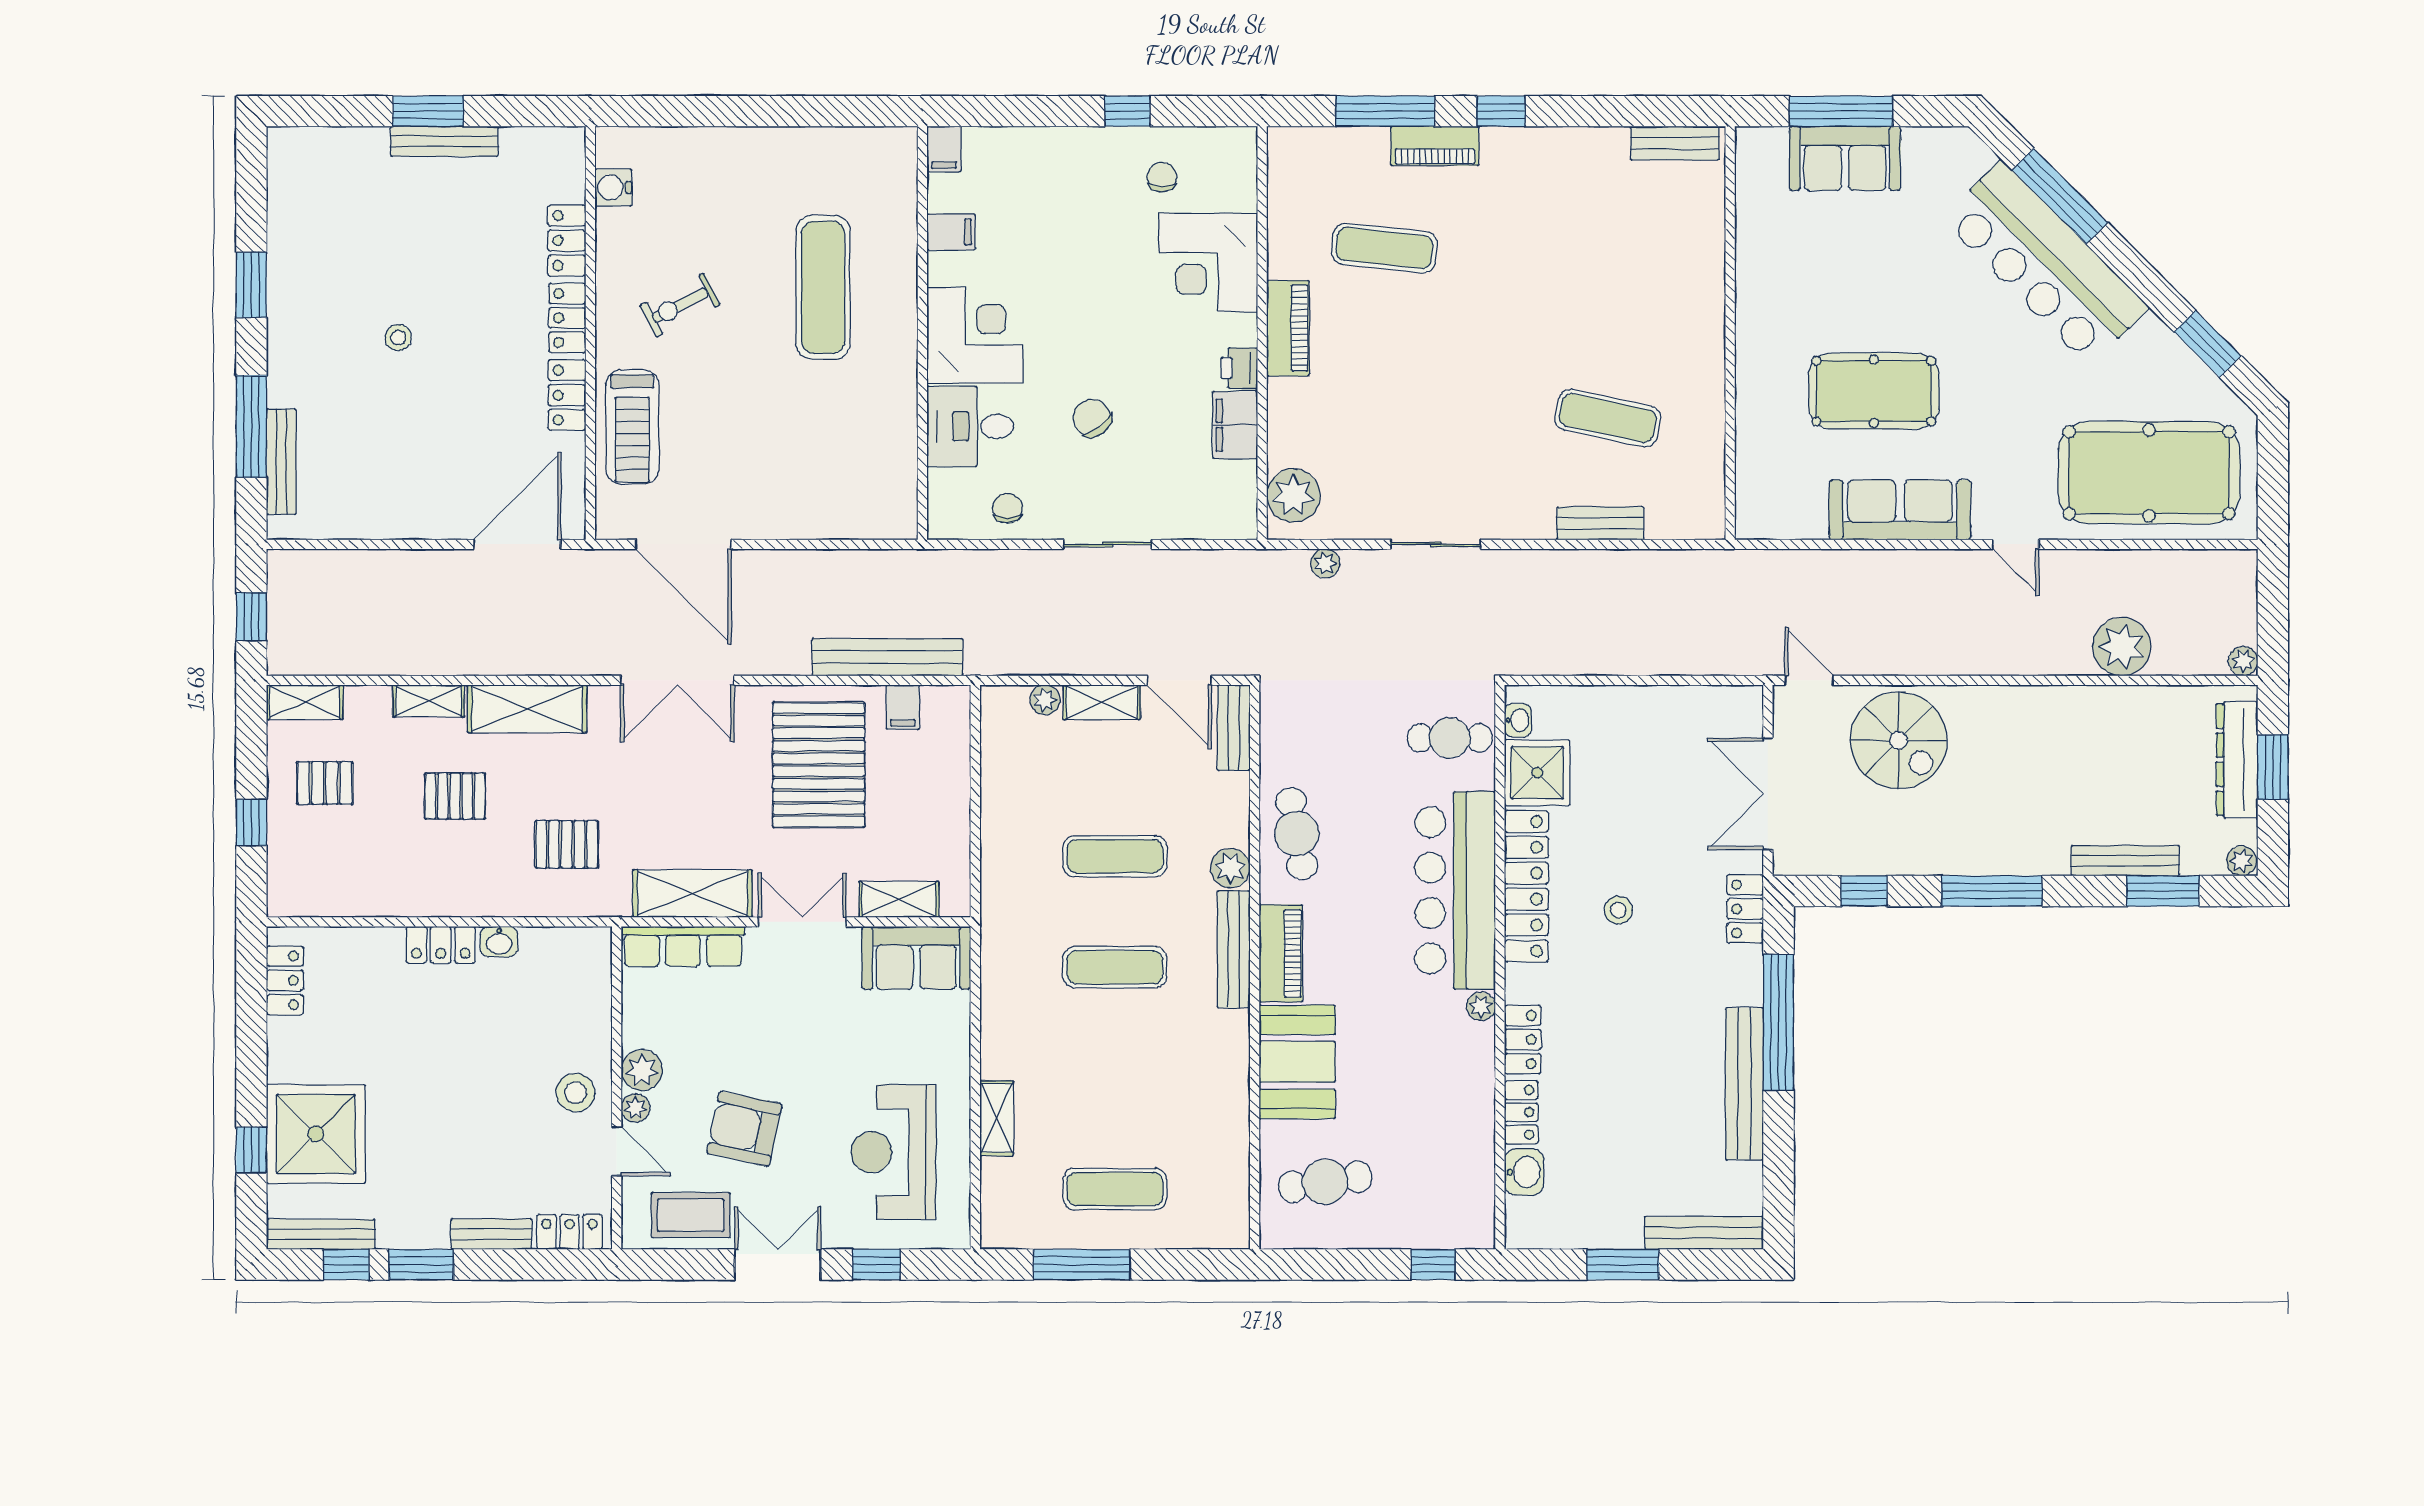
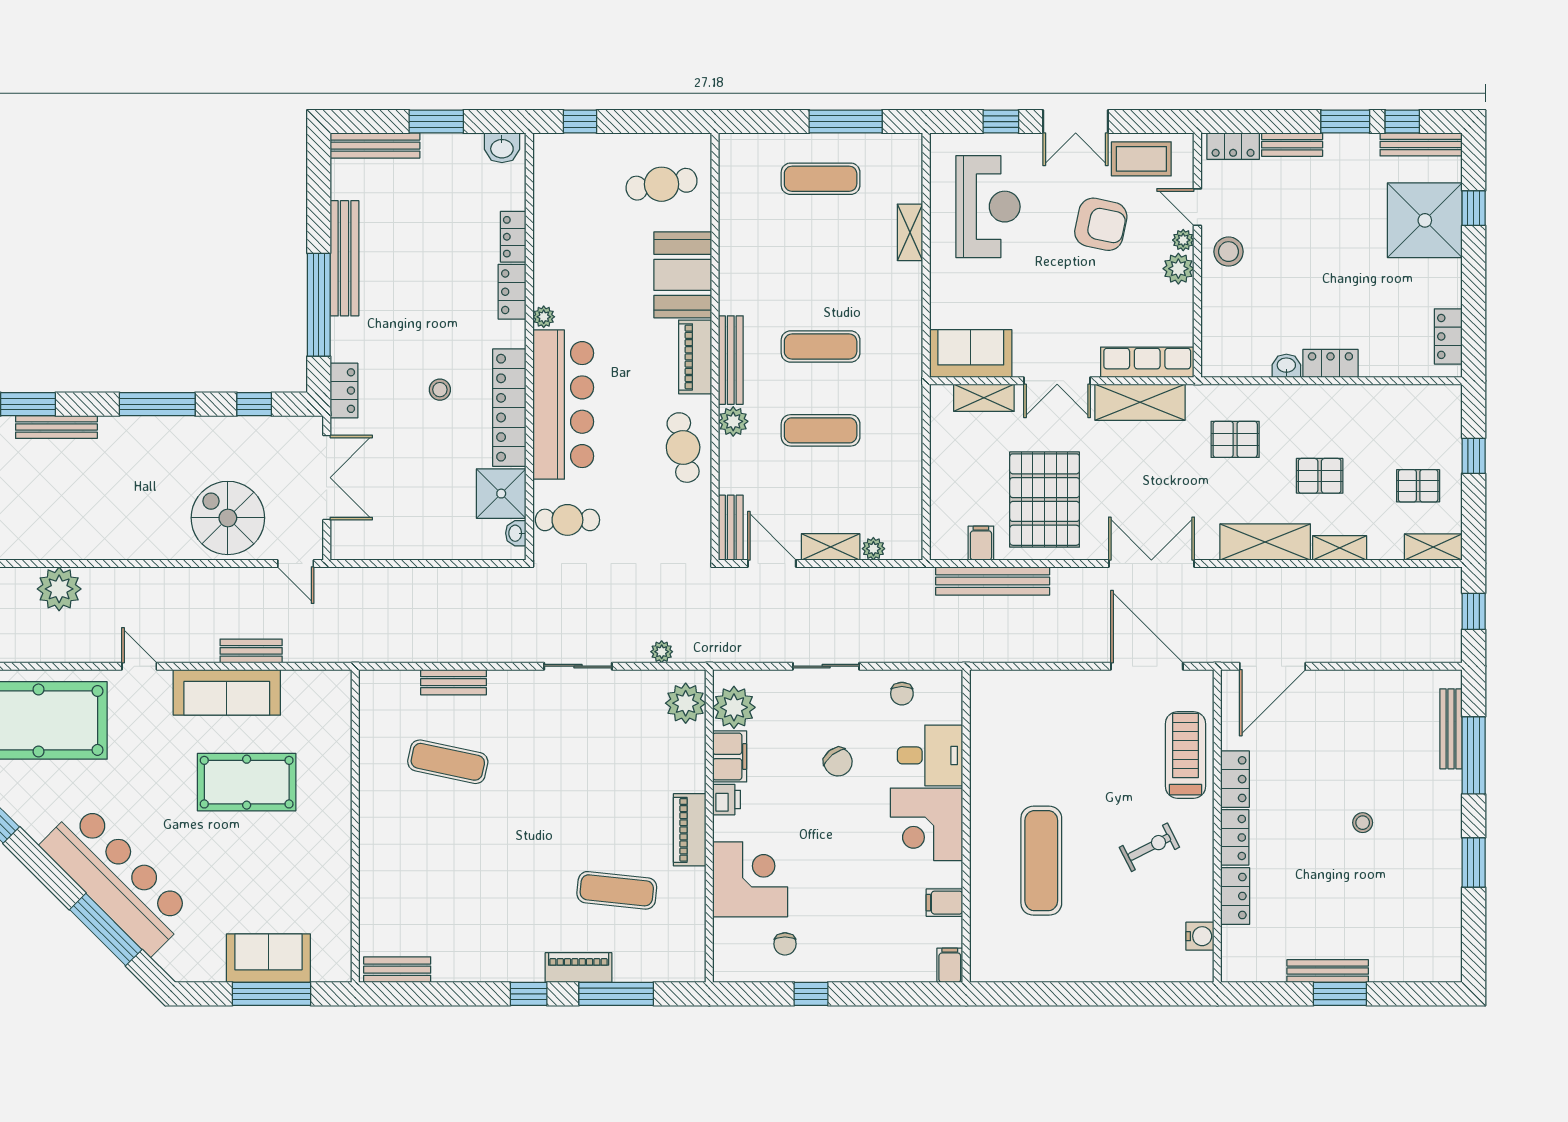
plant: (1229, 490) -> (734, 707), added
bench: (1868, 565) -> (251, 651), added
washbasin: (1524, 1172) -> (502, 148), moved, turned -90

